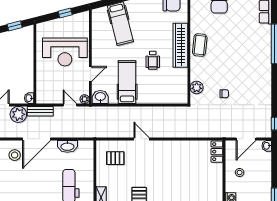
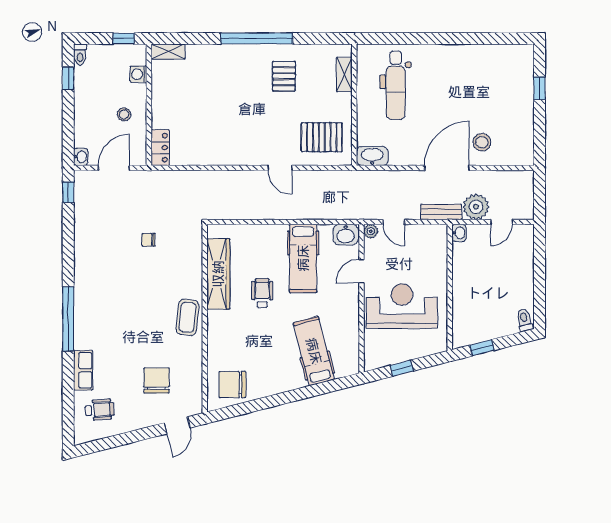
wardrobe: (180, 45) -> (218, 274), moved
plant: (197, 88) -> (192, 250), removed
washbasin: (67, 146) -> (372, 156), moved
pallet: (115, 158) -> (322, 137), width x1.50, depth x1.42

